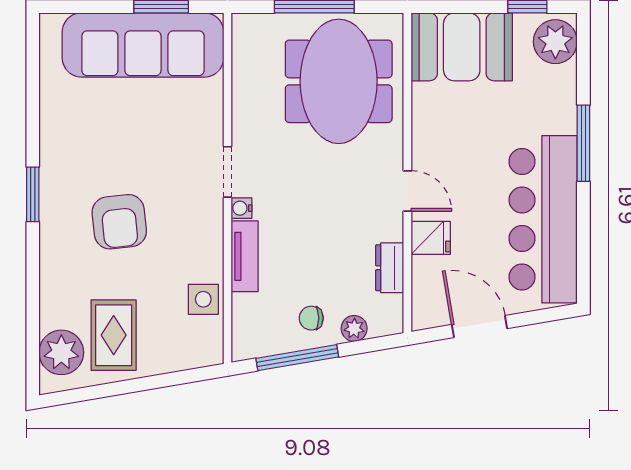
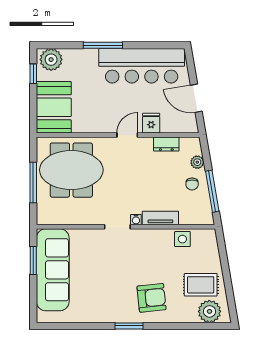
armchair: (119, 222) -> (152, 298), moved
door: (479, 327) -> (196, 98), hinge flipped

